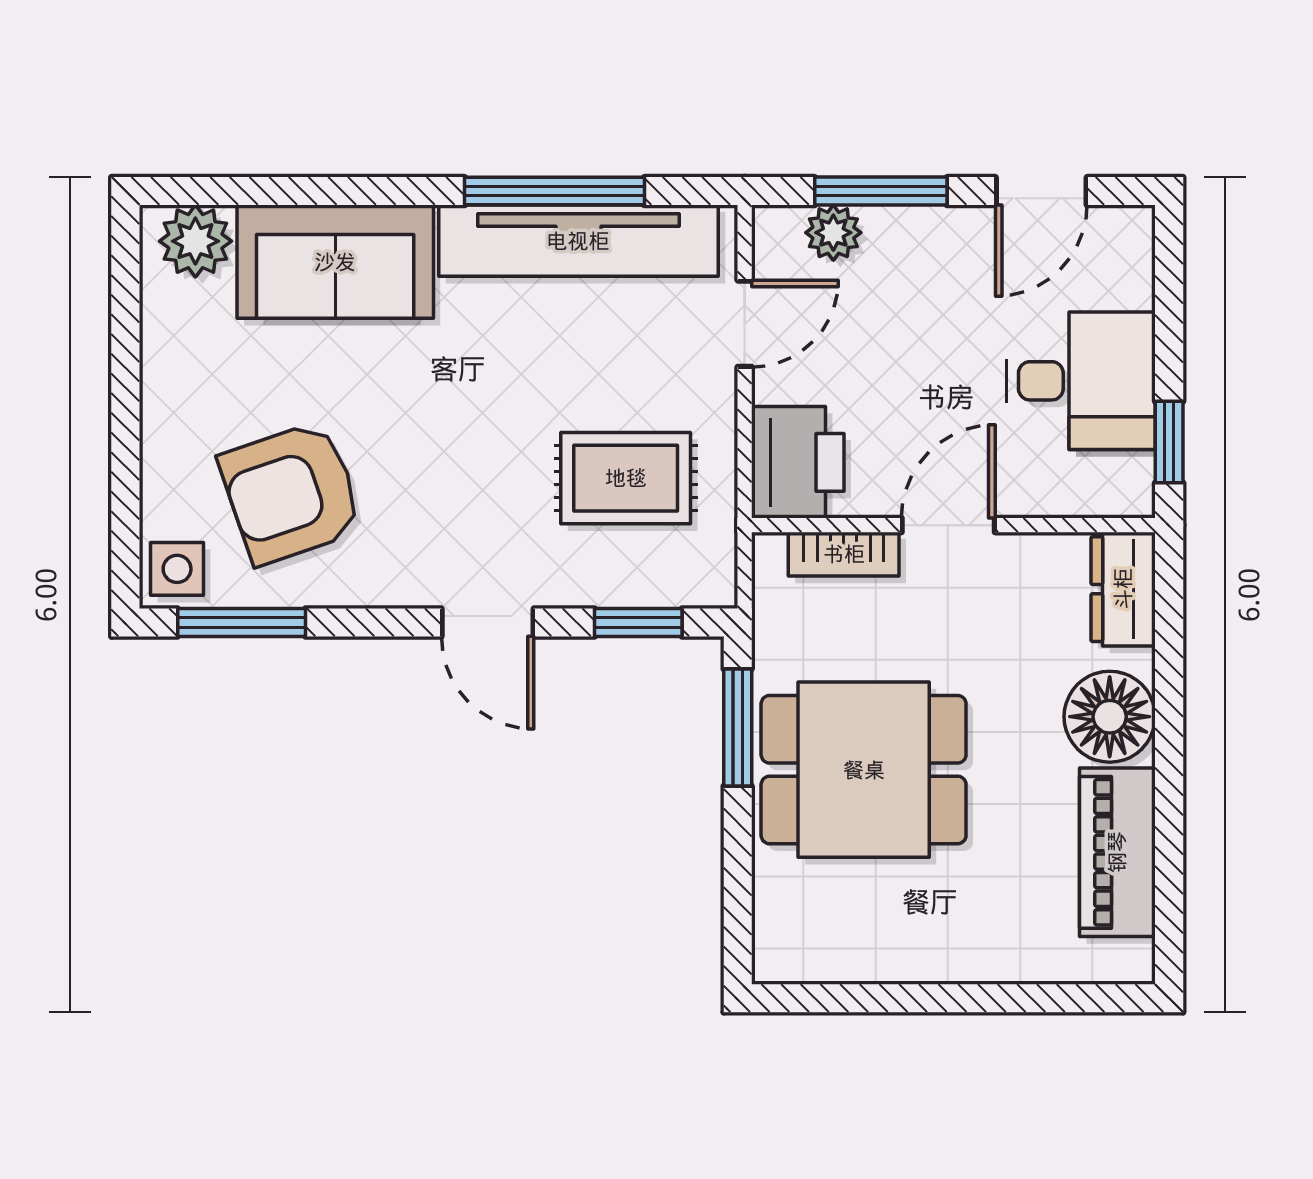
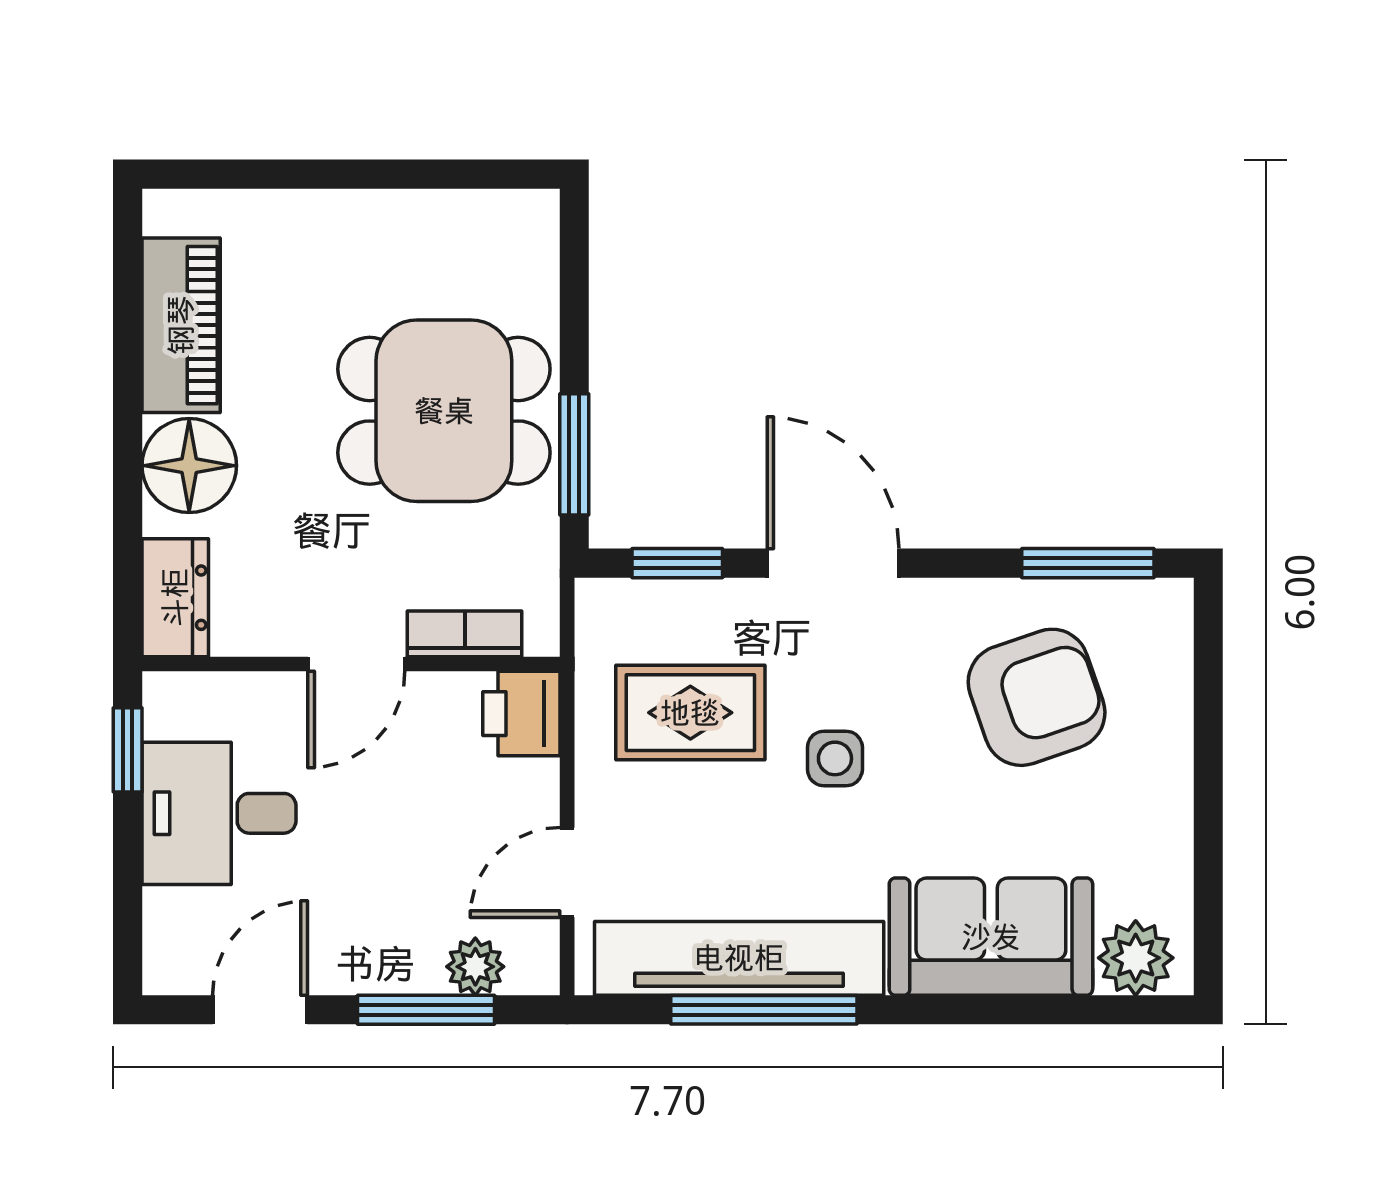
printer: (798, 462) -> (521, 714), width x0.73, depth x0.81
side table: (177, 569) -> (835, 758), moved
door: (488, 622) -> (833, 563), width x1.38

